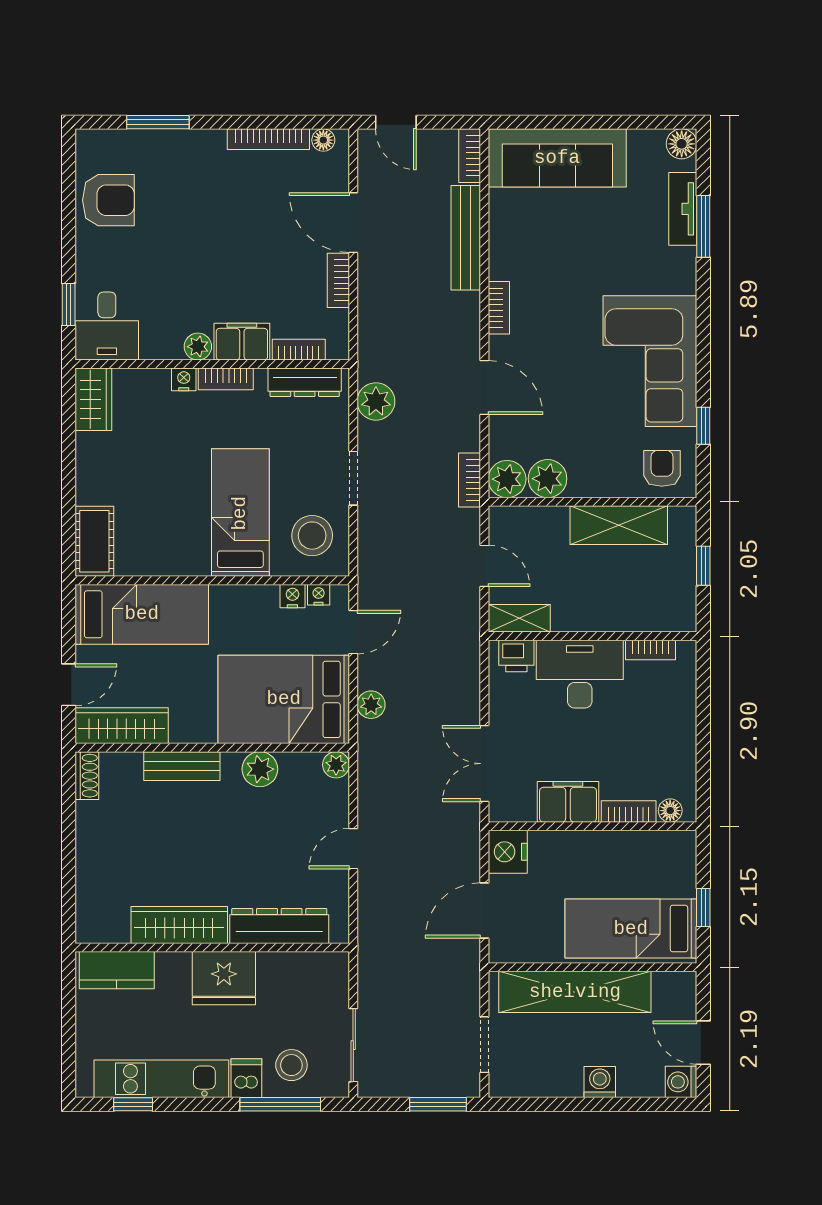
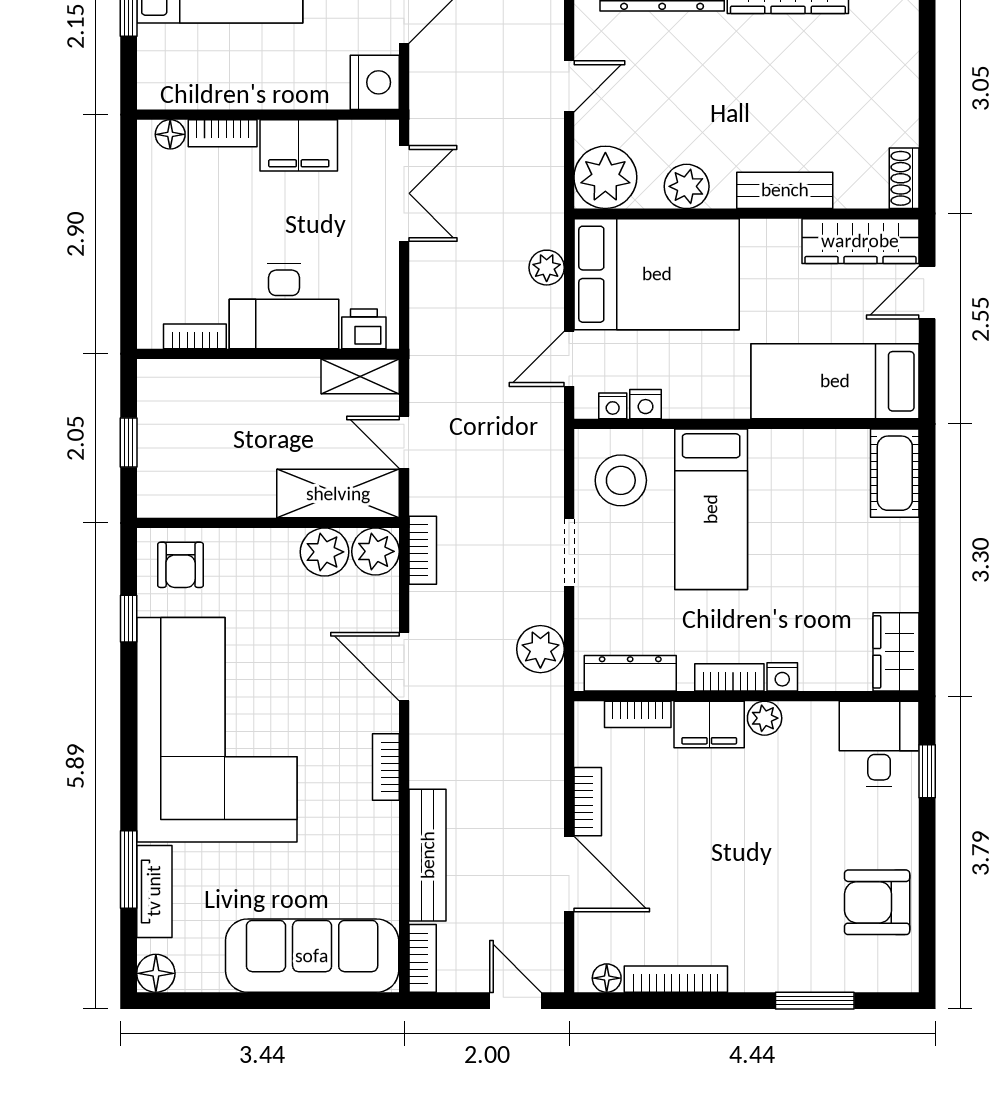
corner sofa: (650, 361) -> (217, 730), width x1.36, depth x1.36
shelving: (619, 525) -> (338, 494), moved
plant: (336, 765) -> (605, 177), width x1.88, depth x1.88

